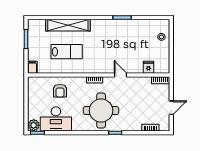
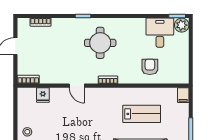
lab bench: (67, 52) -> (142, 114), turned 180
round table: (101, 111) -> (100, 43), width x0.73, depth x0.73
desk: (56, 119) -> (160, 33), width x0.73

